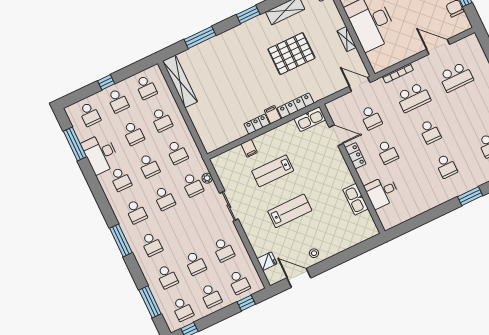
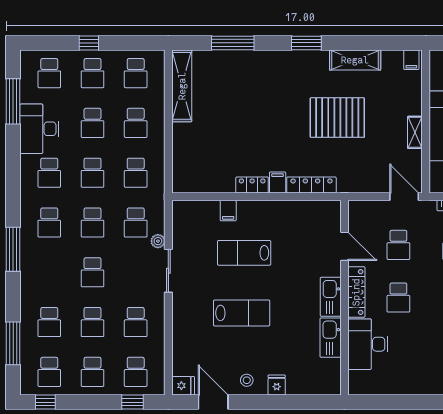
kitchen sink: (310, 119) -> (331, 297), moved, turned 90
locker: (355, 156) -> (356, 292), width x1.53
plant: (207, 178) -> (158, 241), moved
desk: (382, 192) -> (368, 344), width x1.37
school desk: (152, 244) -> (92, 272), moved
fridge: (335, 247) -> (277, 385), added
fridge: (267, 261) -> (183, 386), moved

